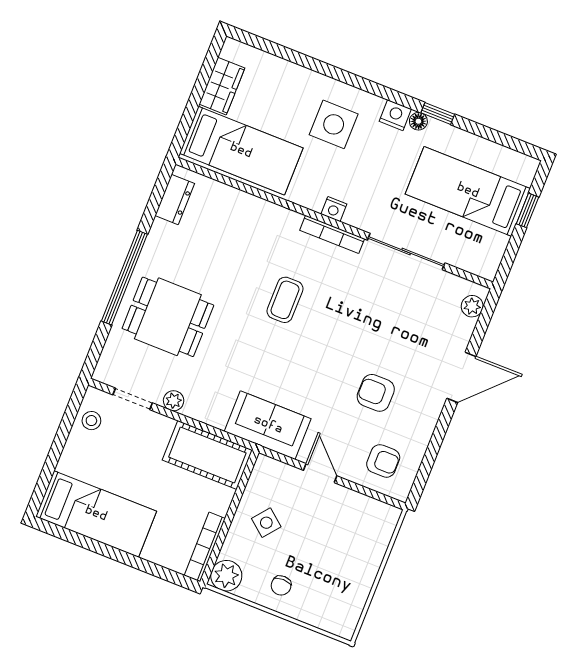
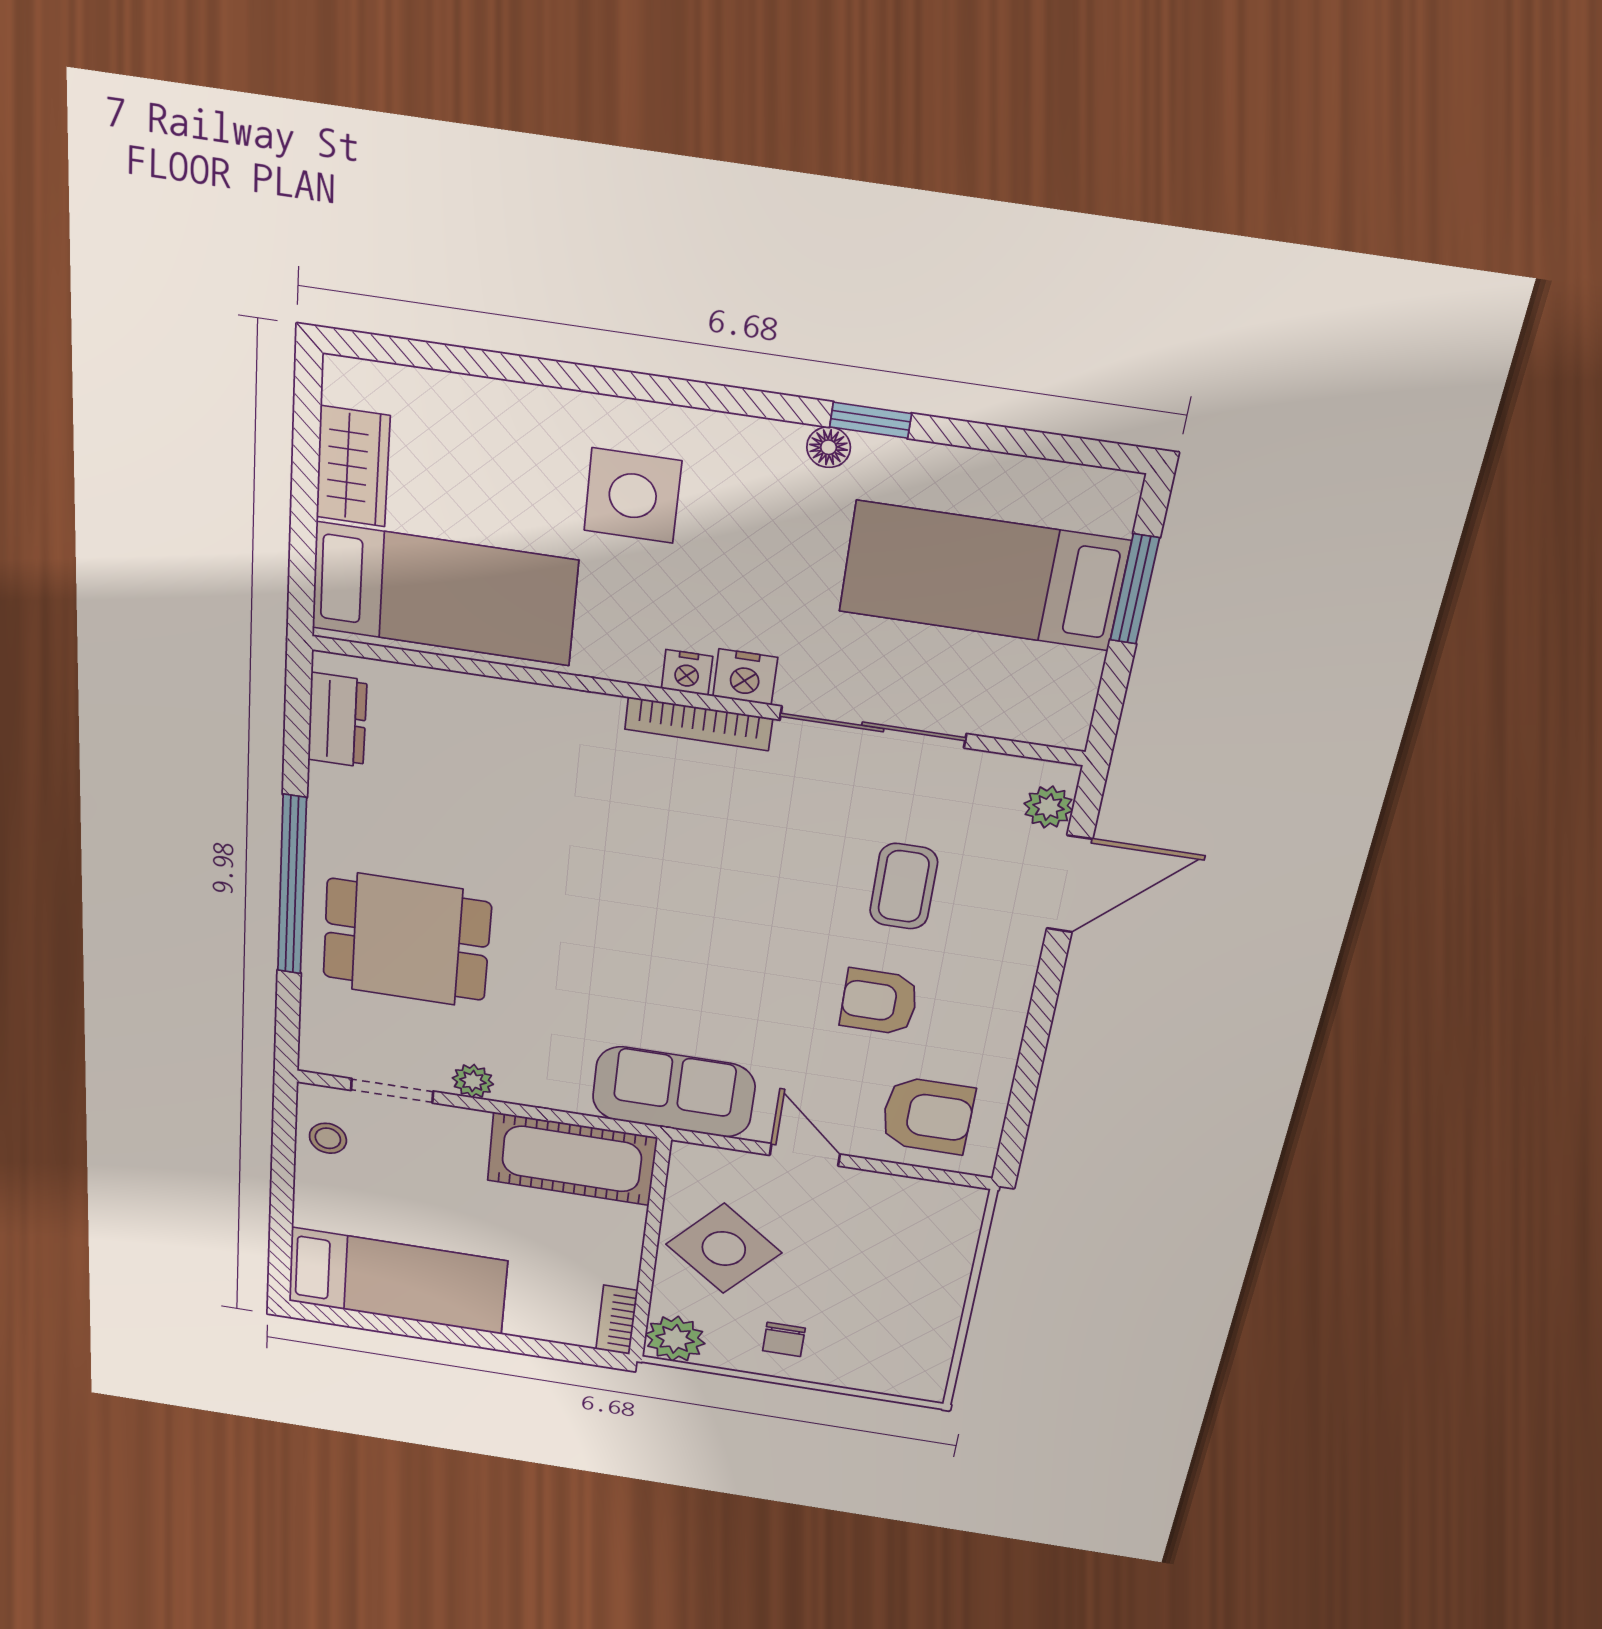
nightstand: (395, 115) -> (745, 677), moved, turned 180
window: (527, 210) -> (1135, 589), width x1.50
coffee table: (285, 300) -> (904, 886), moved
door: (461, 377) -> (1069, 884), moved
armchair: (383, 461) -> (927, 1116), width x1.38, depth x1.38
side table: (266, 523) -> (724, 1249), width x1.87, depth x1.87
bookcase: (205, 547) -> (617, 1320), width x0.64

